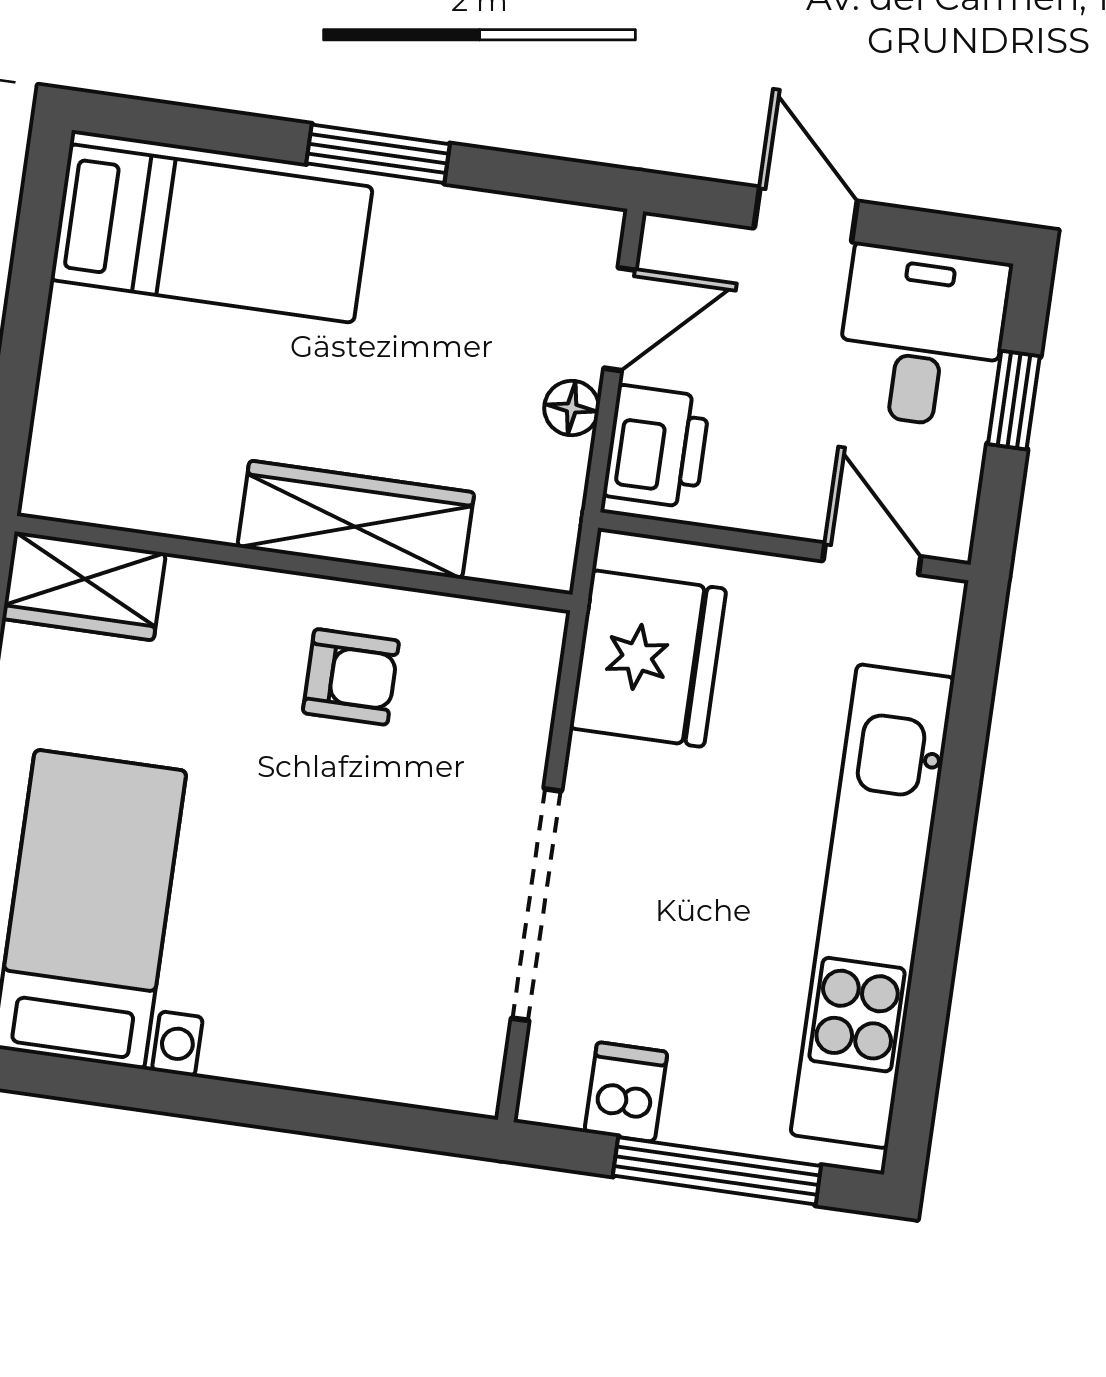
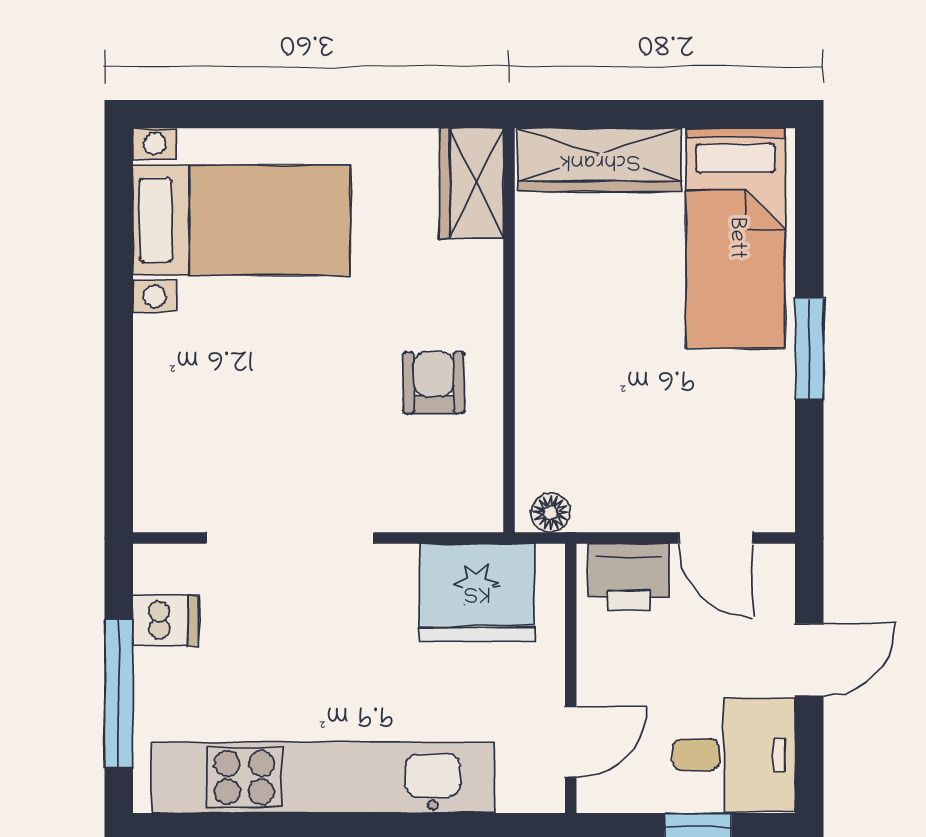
floor lamp: (572, 408) -> (551, 513), moved
wardrobe: (356, 520) -> (600, 160), moved, turned 90
armchair: (351, 677) -> (434, 383), turned 180

